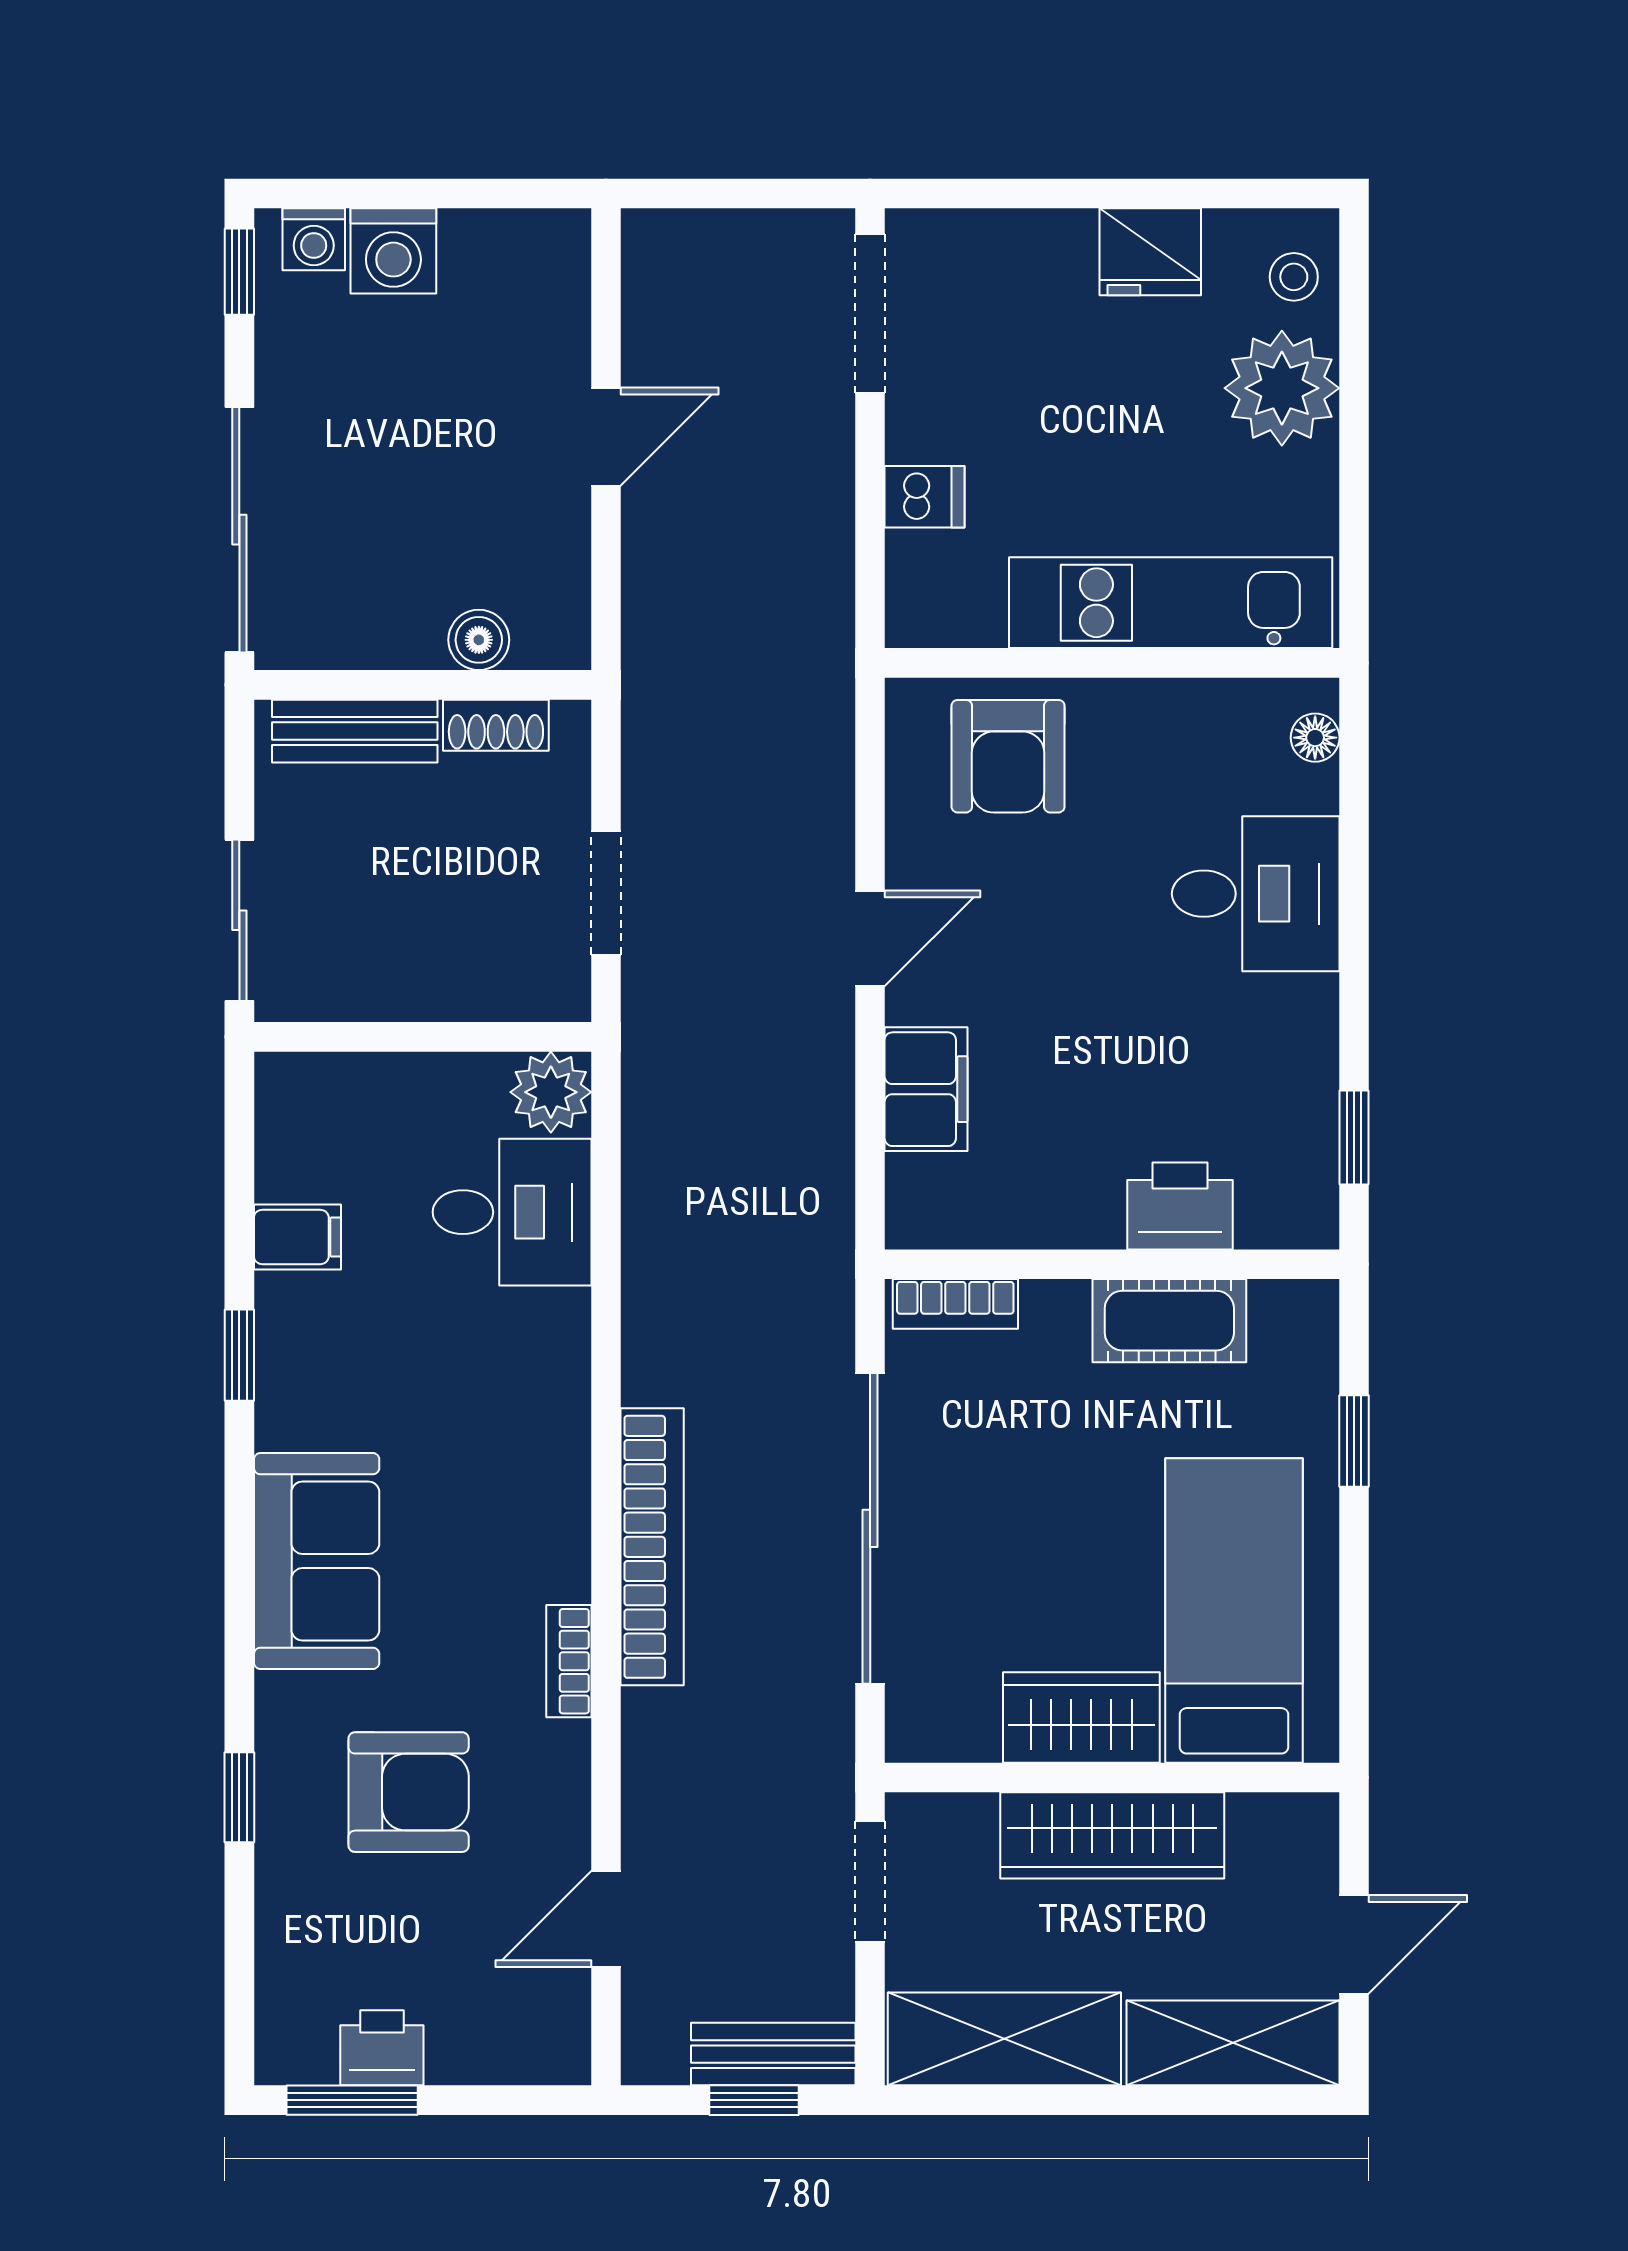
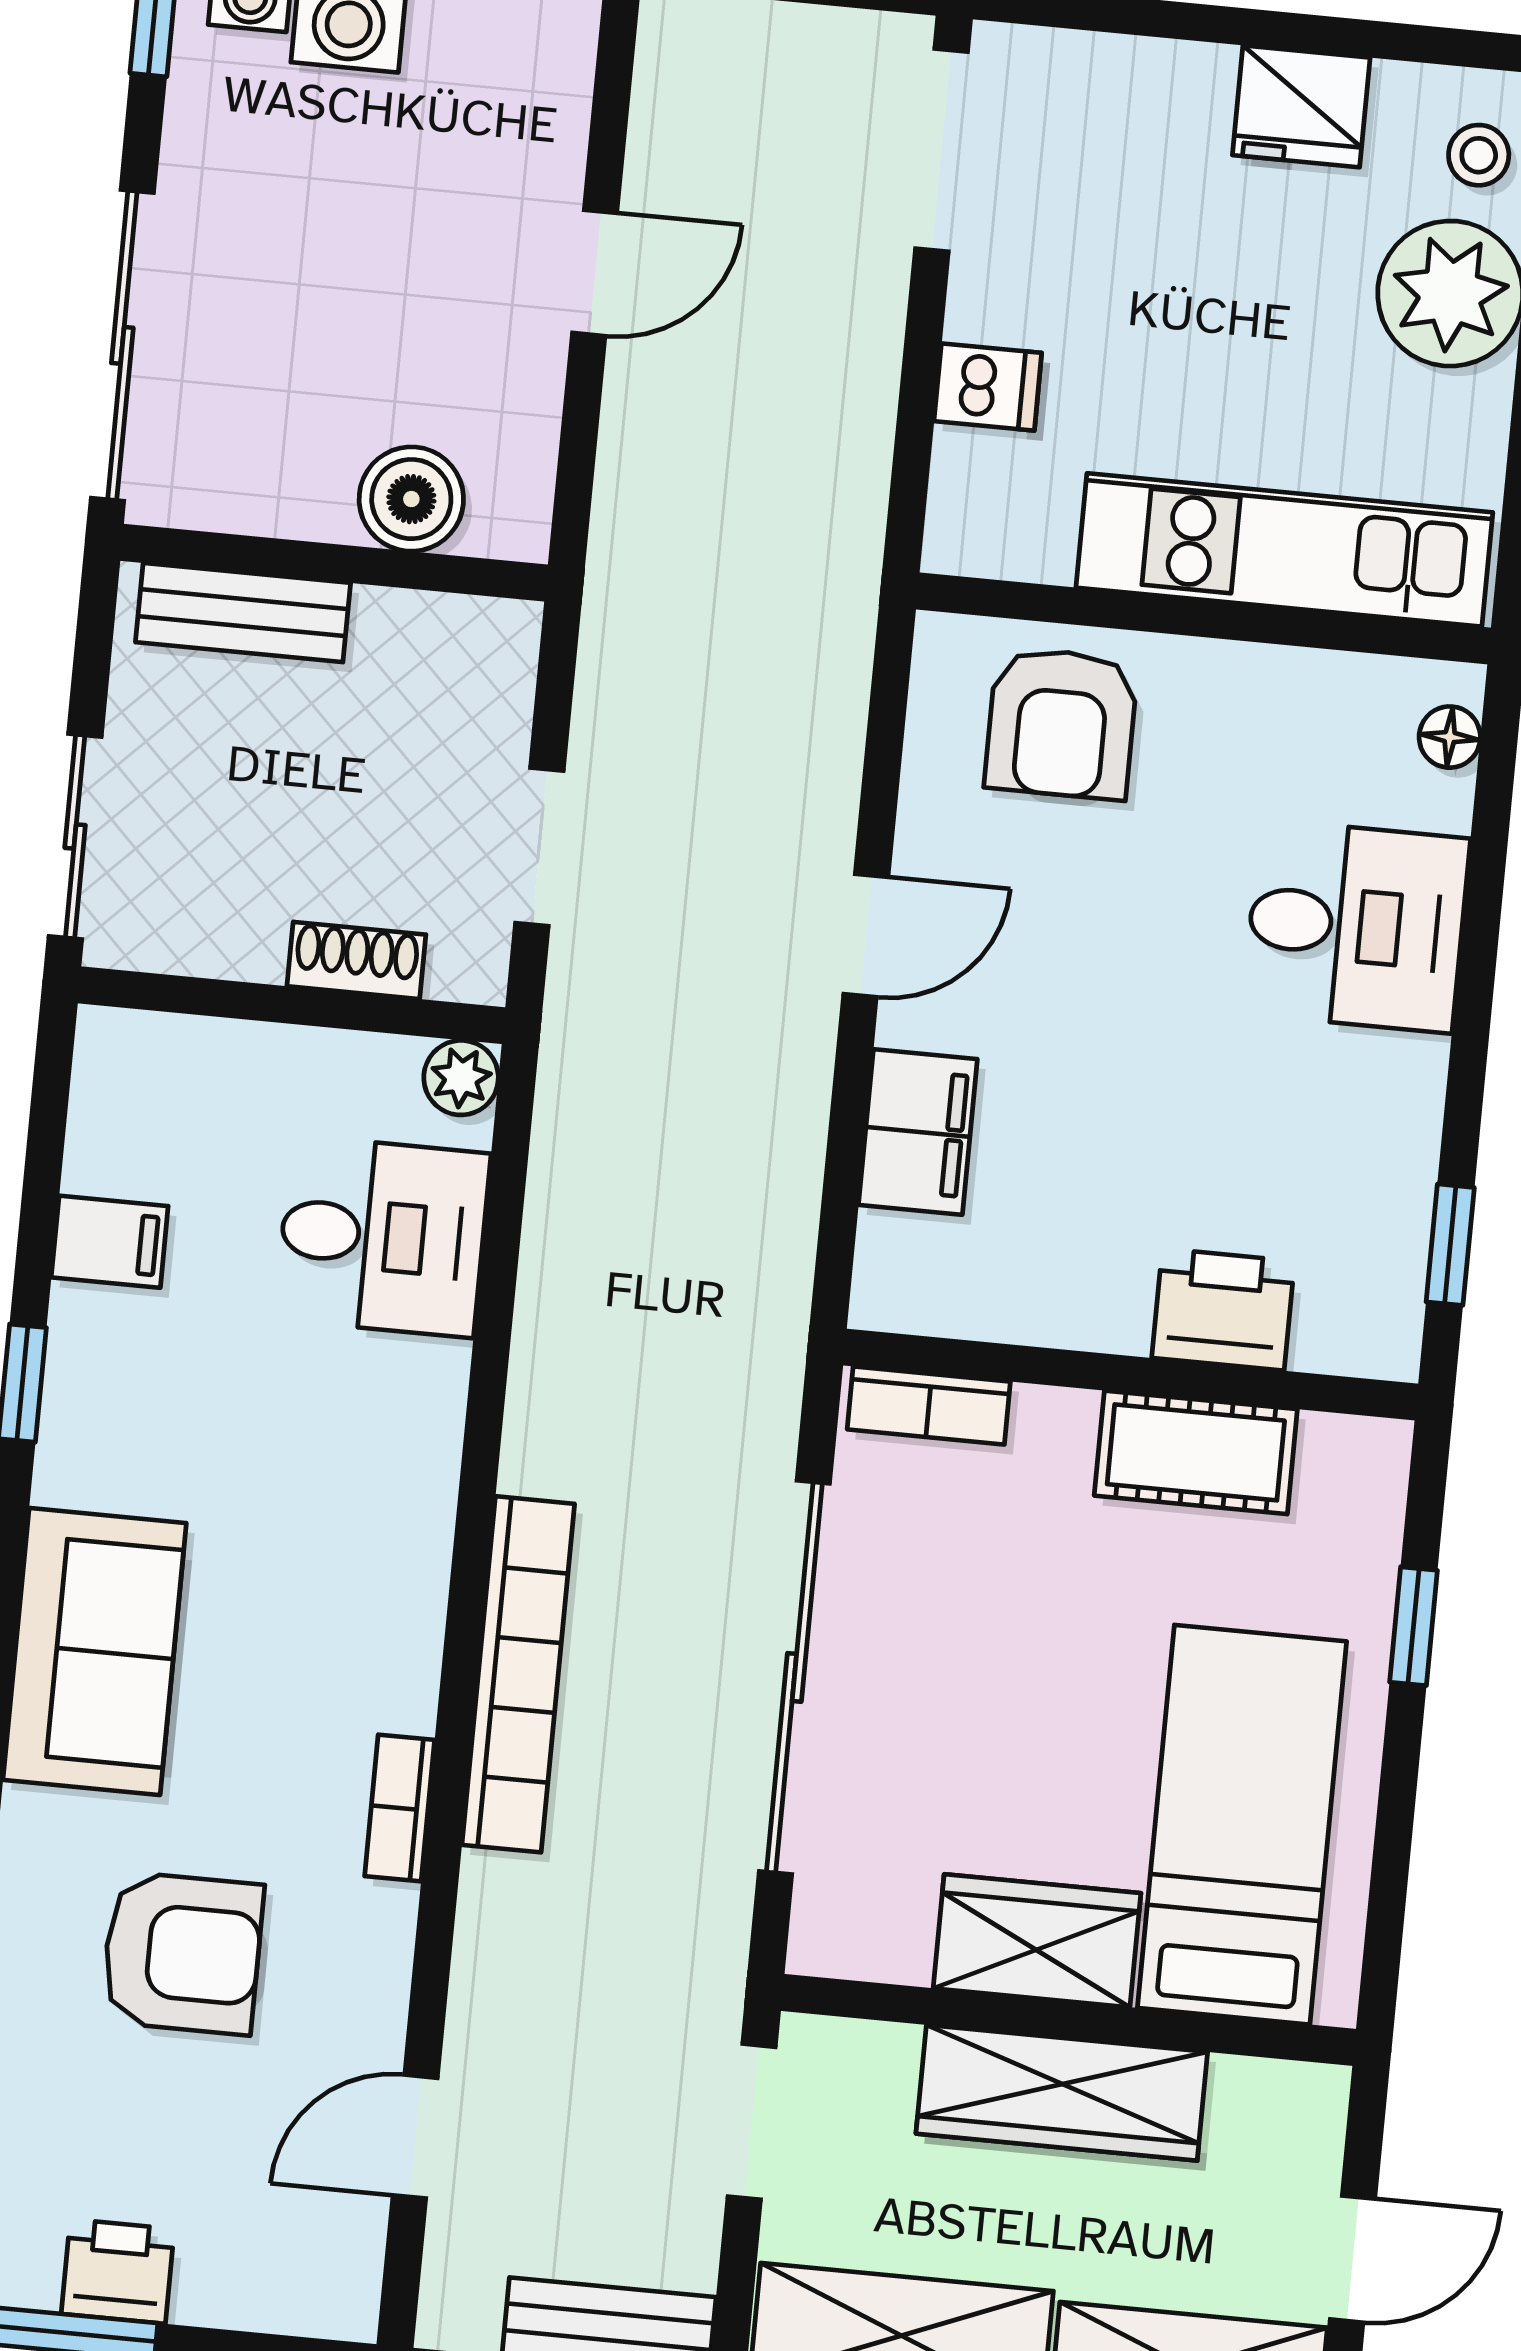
boiler: (479, 640) -> (411, 499), width x1.36, depth x1.36
shoe rack: (496, 725) -> (356, 960), moved, turned 180
plant: (551, 1092) -> (461, 1078), width x0.73, depth x0.73

